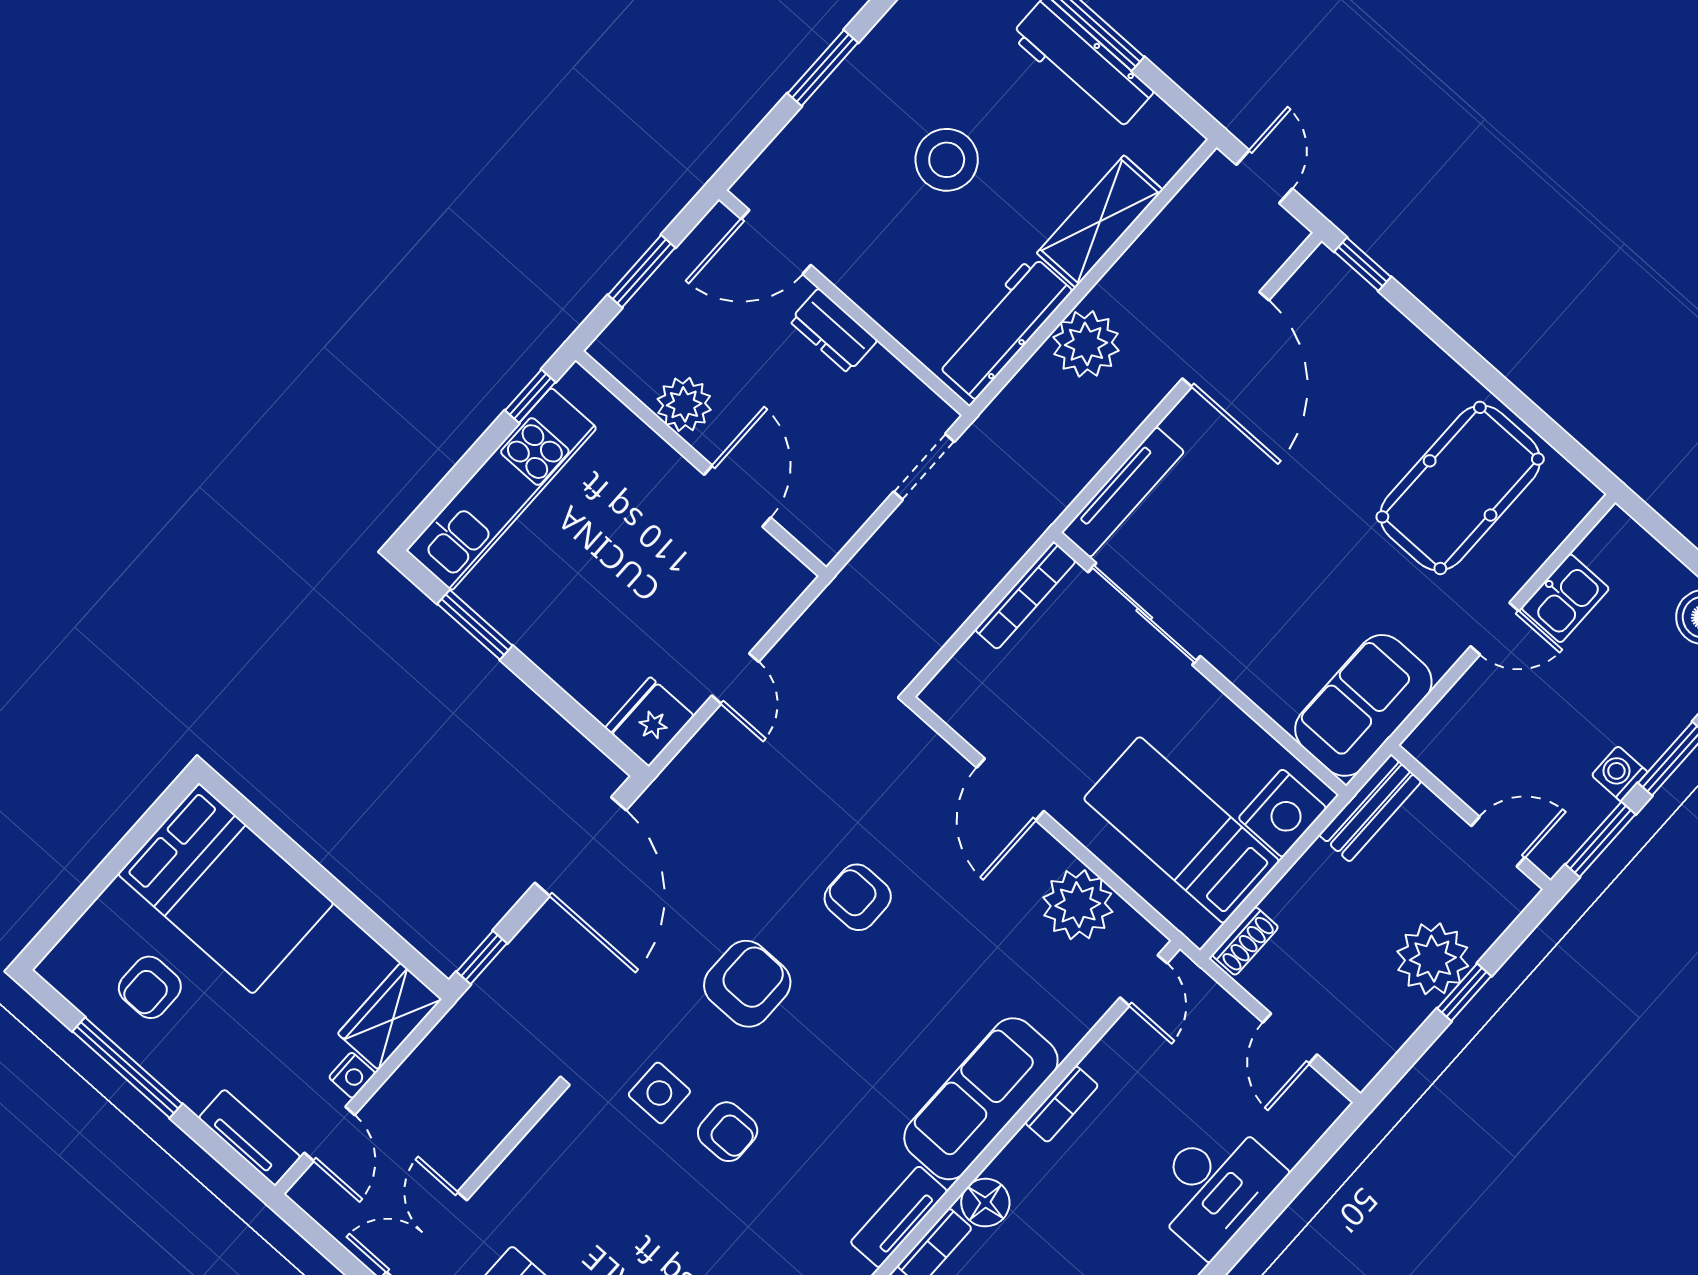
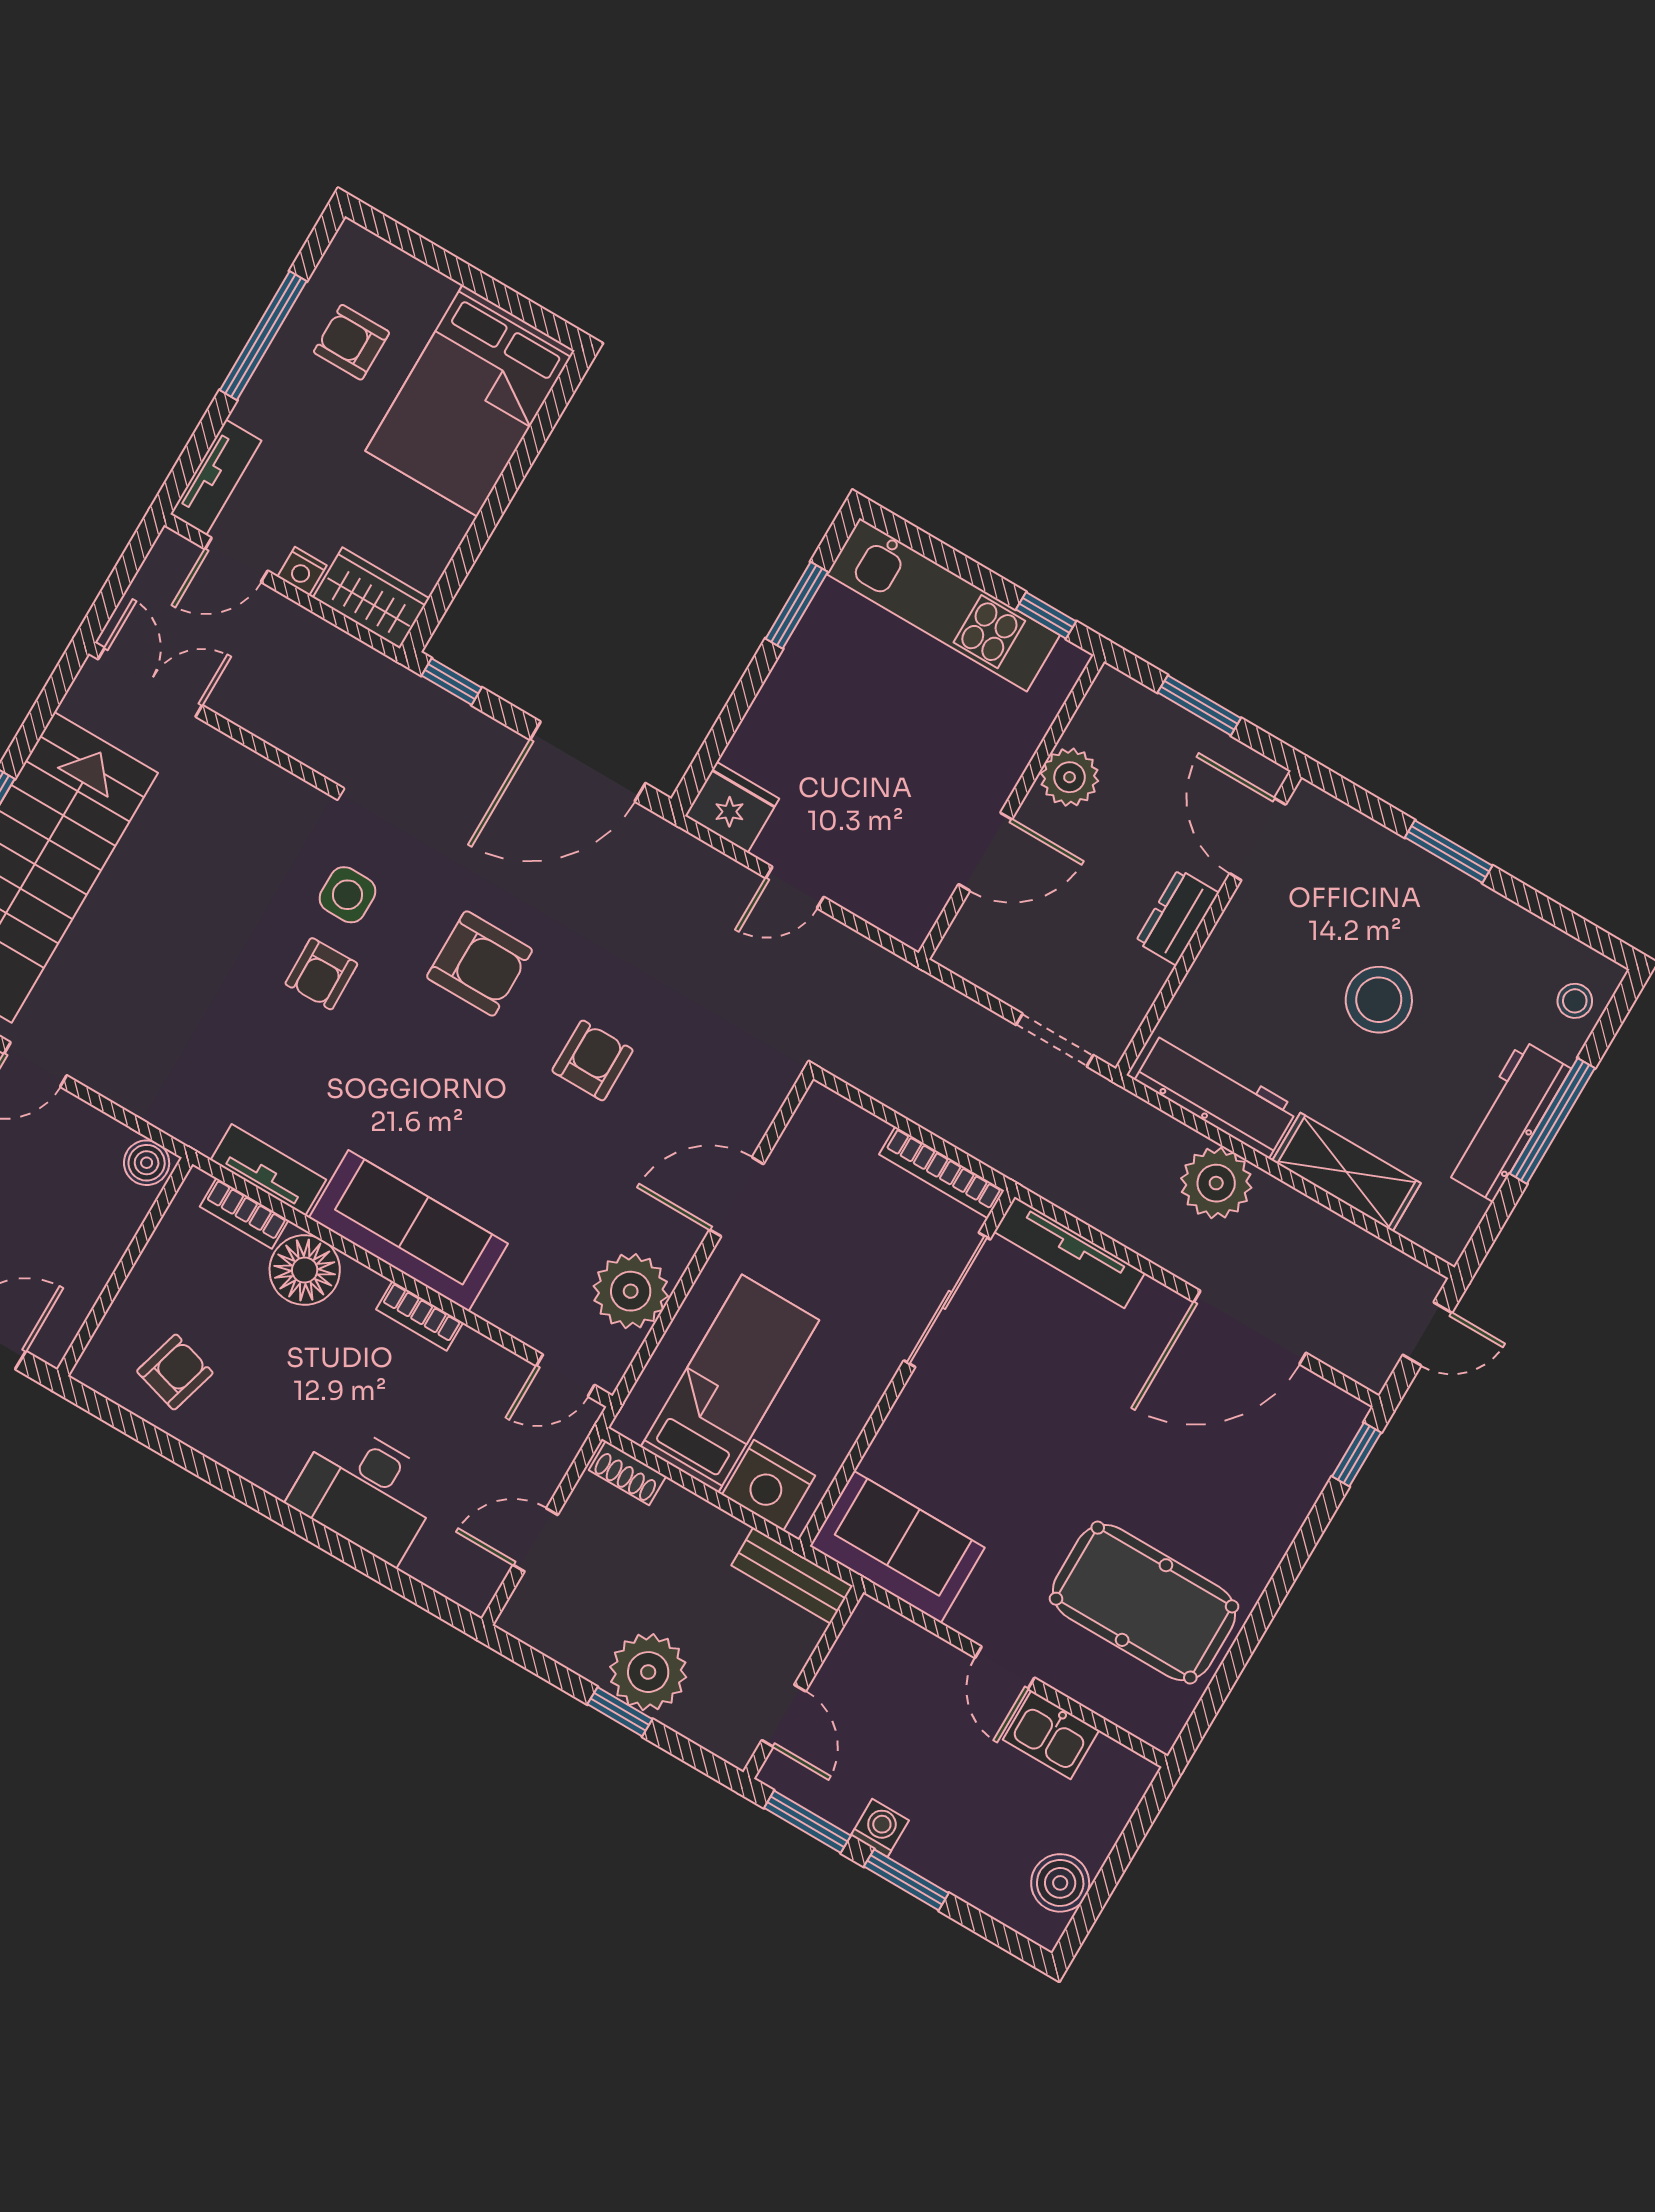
floor lamp: (985, 1203) -> (305, 1270), width x1.38, depth x1.38

